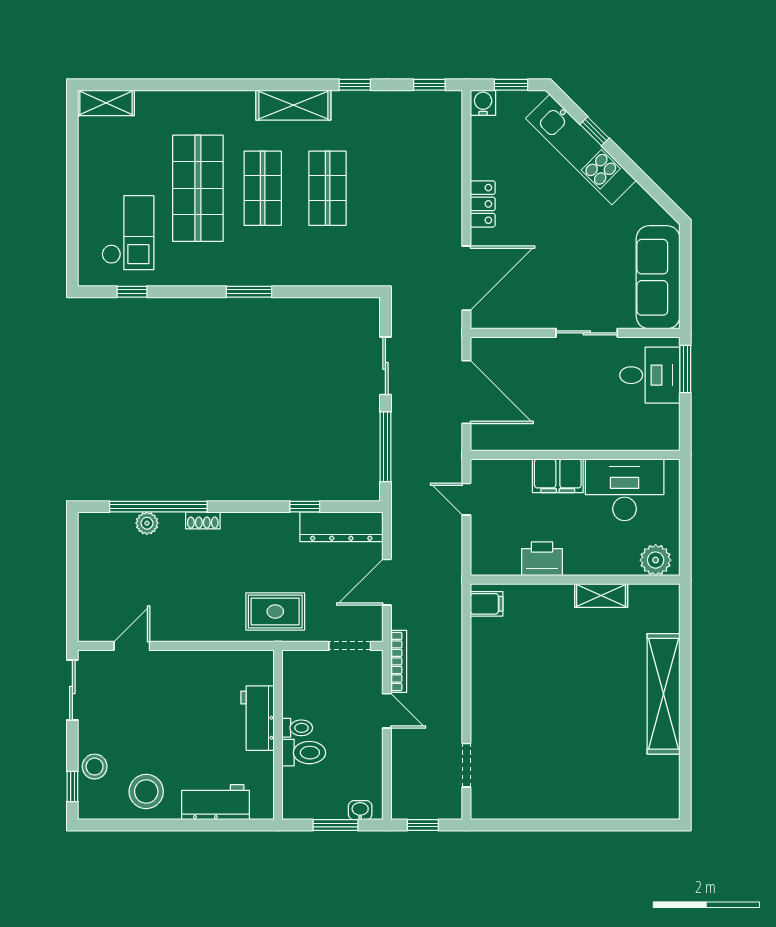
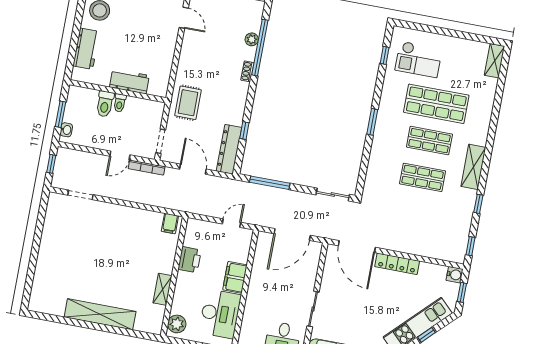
locker: (483, 204) -> (397, 264), width x1.53
sliding door: (385, 366) -> (333, 195), moved

